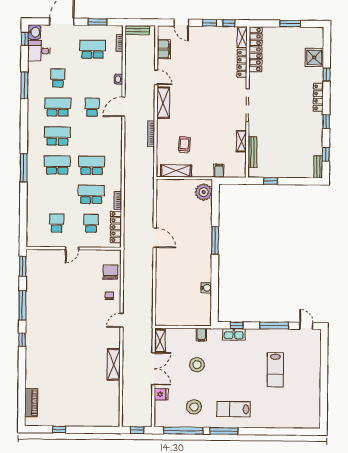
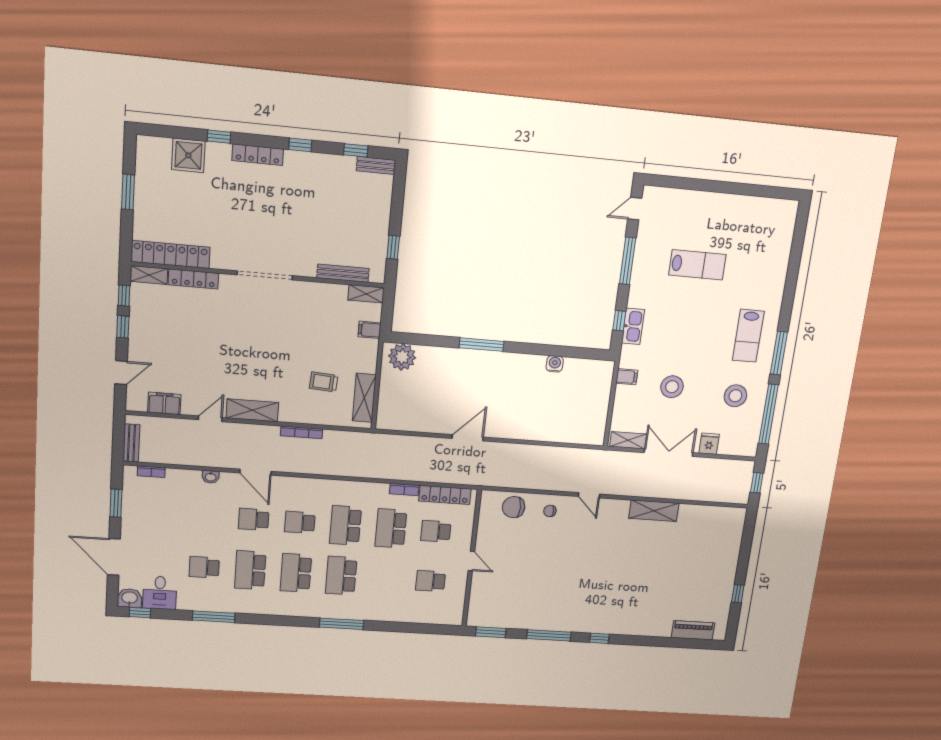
school desk: (93, 49) -> (300, 522), moved, width x0.54
shelving: (241, 141) -> (366, 294), moved

